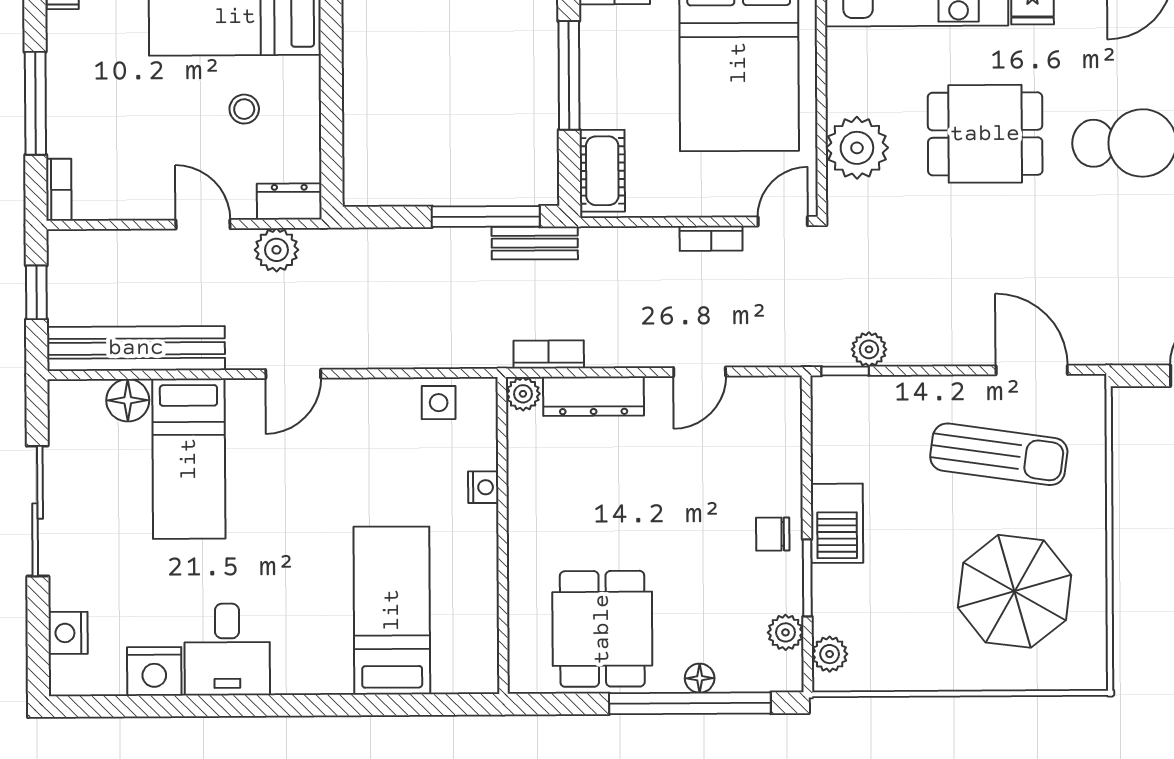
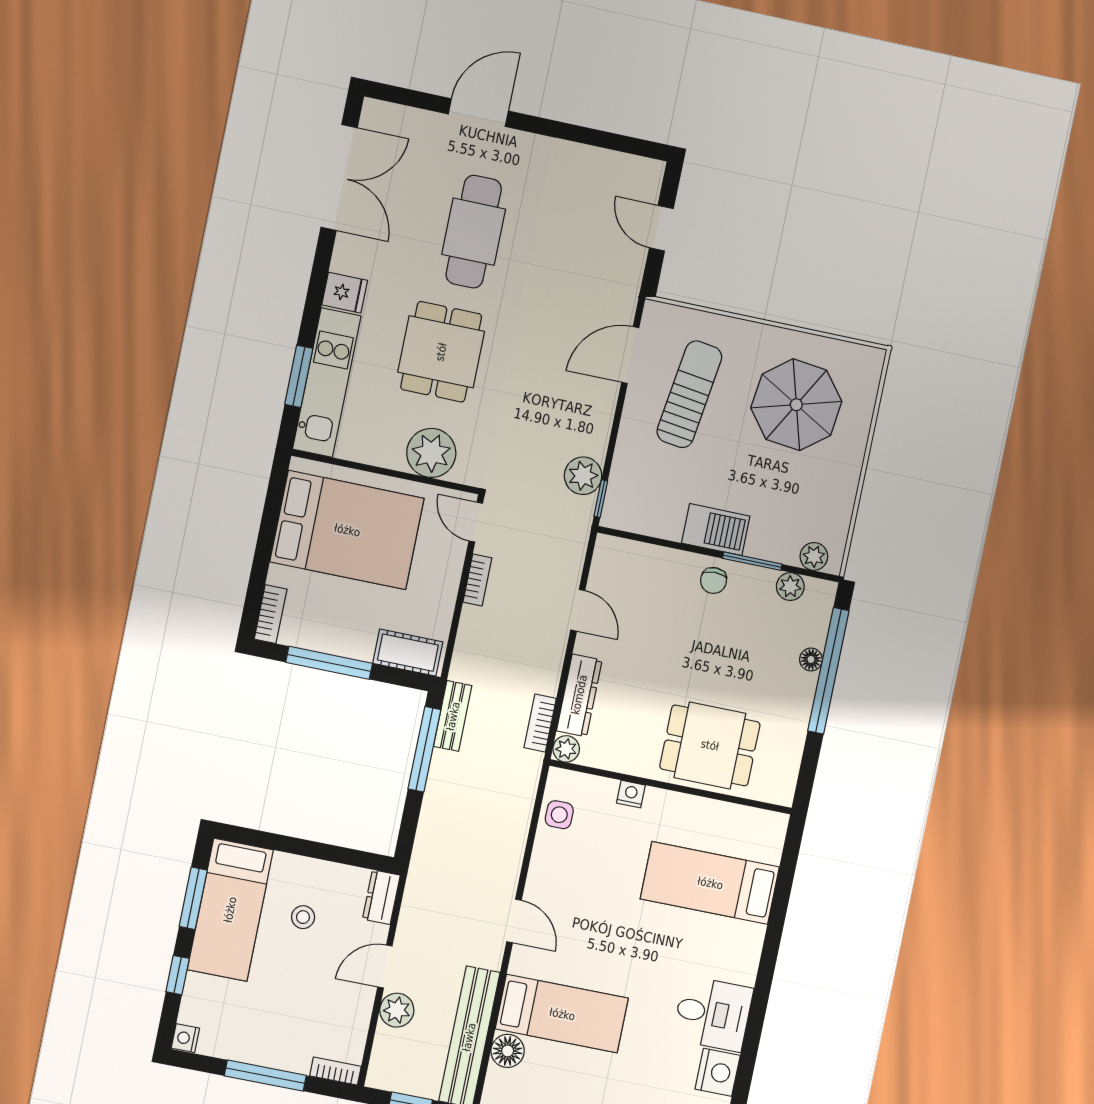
plant: (276, 250) -> (397, 1010), moved
plant: (869, 349) -> (583, 476), width x1.38, depth x1.38
dining table: (602, 629) -> (710, 745), moved

